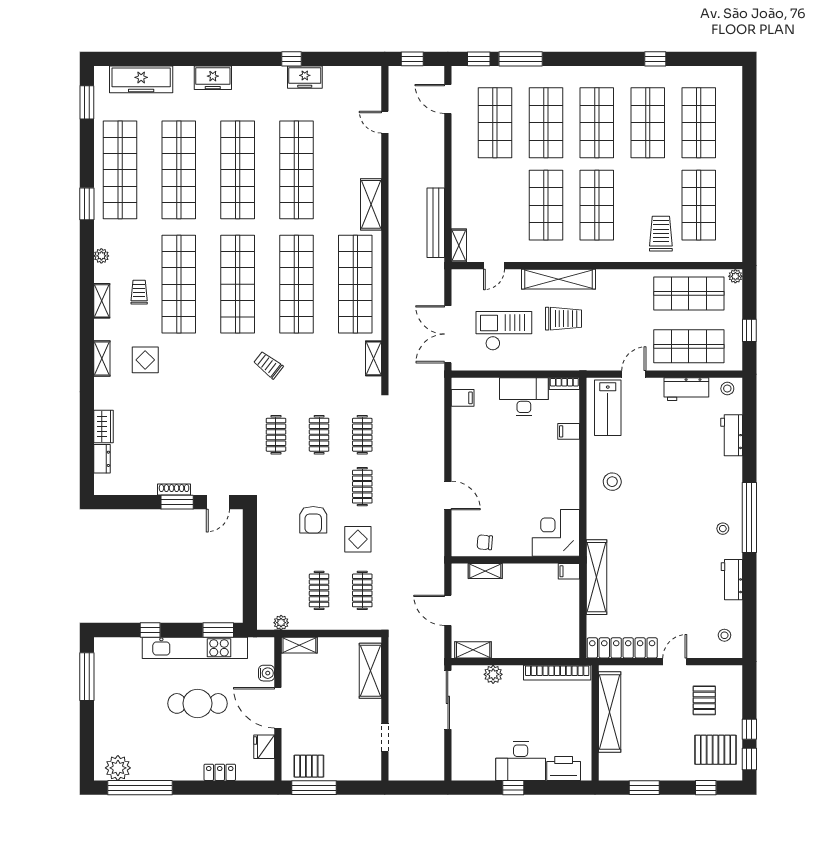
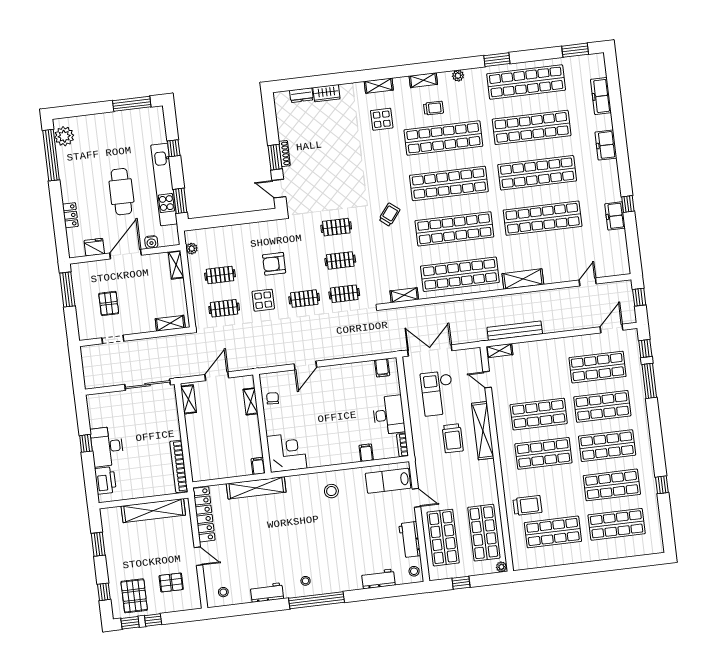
freezer: (141, 79) -> (601, 96), width x0.73, depth x0.79
checkout: (504, 331) -> (438, 393), turned 180
shelving: (370, 671) -> (170, 323), width x0.67, depth x0.75
plant: (493, 674) -> (172, 417), removed
pallet: (309, 766) -> (109, 303), moved

